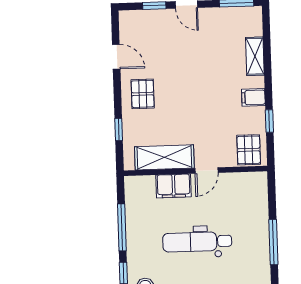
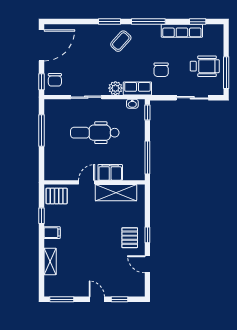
window: (119, 129) -> (147, 235), moved
pallet: (249, 150) -> (57, 196), turned 90
window: (122, 227) -> (147, 158), moved
dental chair: (197, 242) -> (95, 133), turned 180

